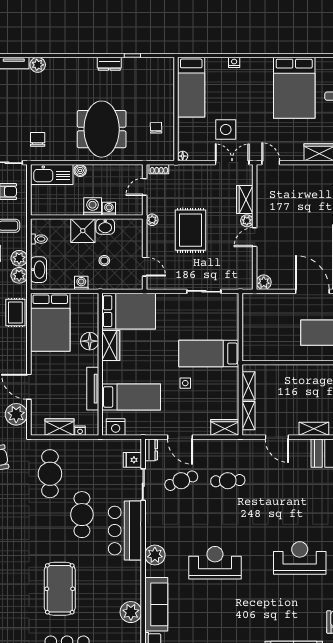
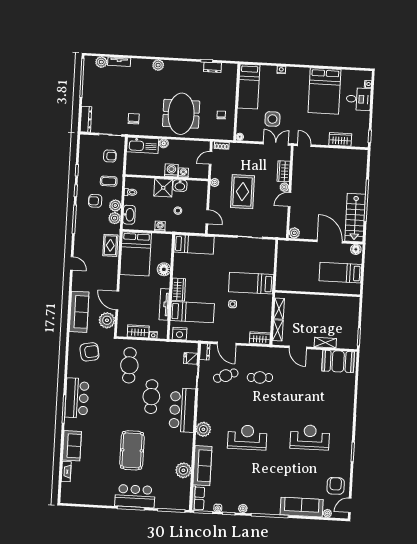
dresser: (109, 64) -> (212, 67), moved
plant: (38, 65) -> (158, 65), moved
bed: (129, 311) -> (194, 244), width x0.67
wardrobe: (111, 345) -> (178, 290), moved

